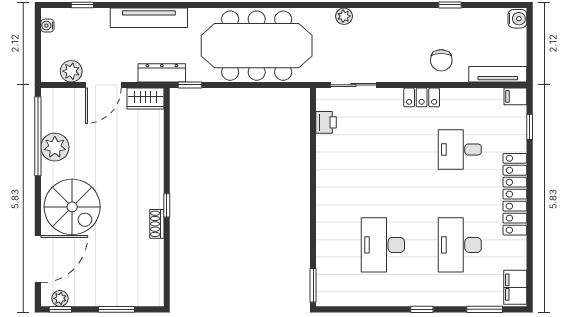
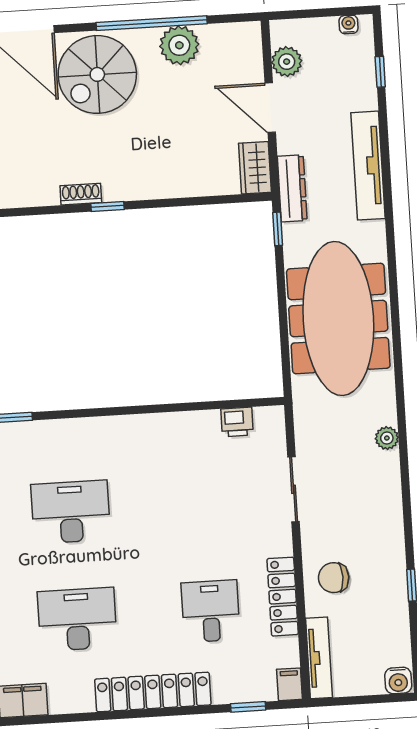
sliding door: (353, 85) -> (294, 489), moved
locker: (422, 97) -> (283, 597), moved, width x1.53
window: (38, 136) -> (152, 23), moved

